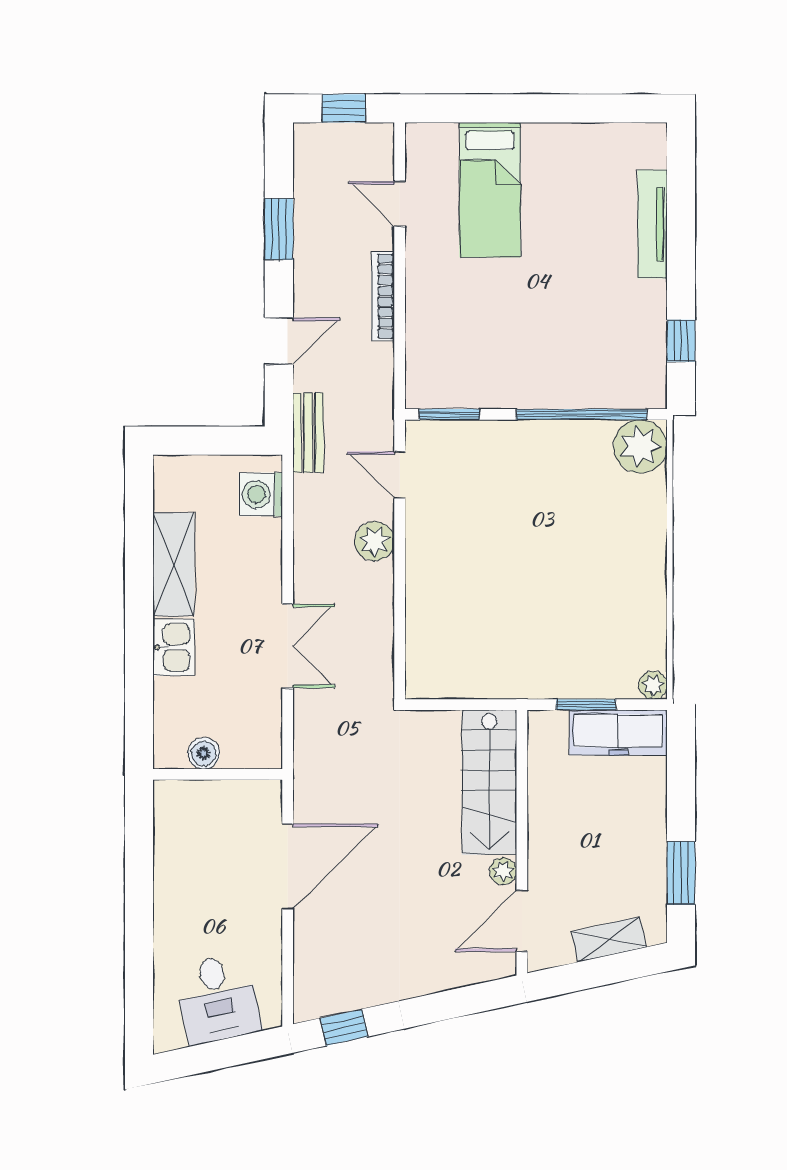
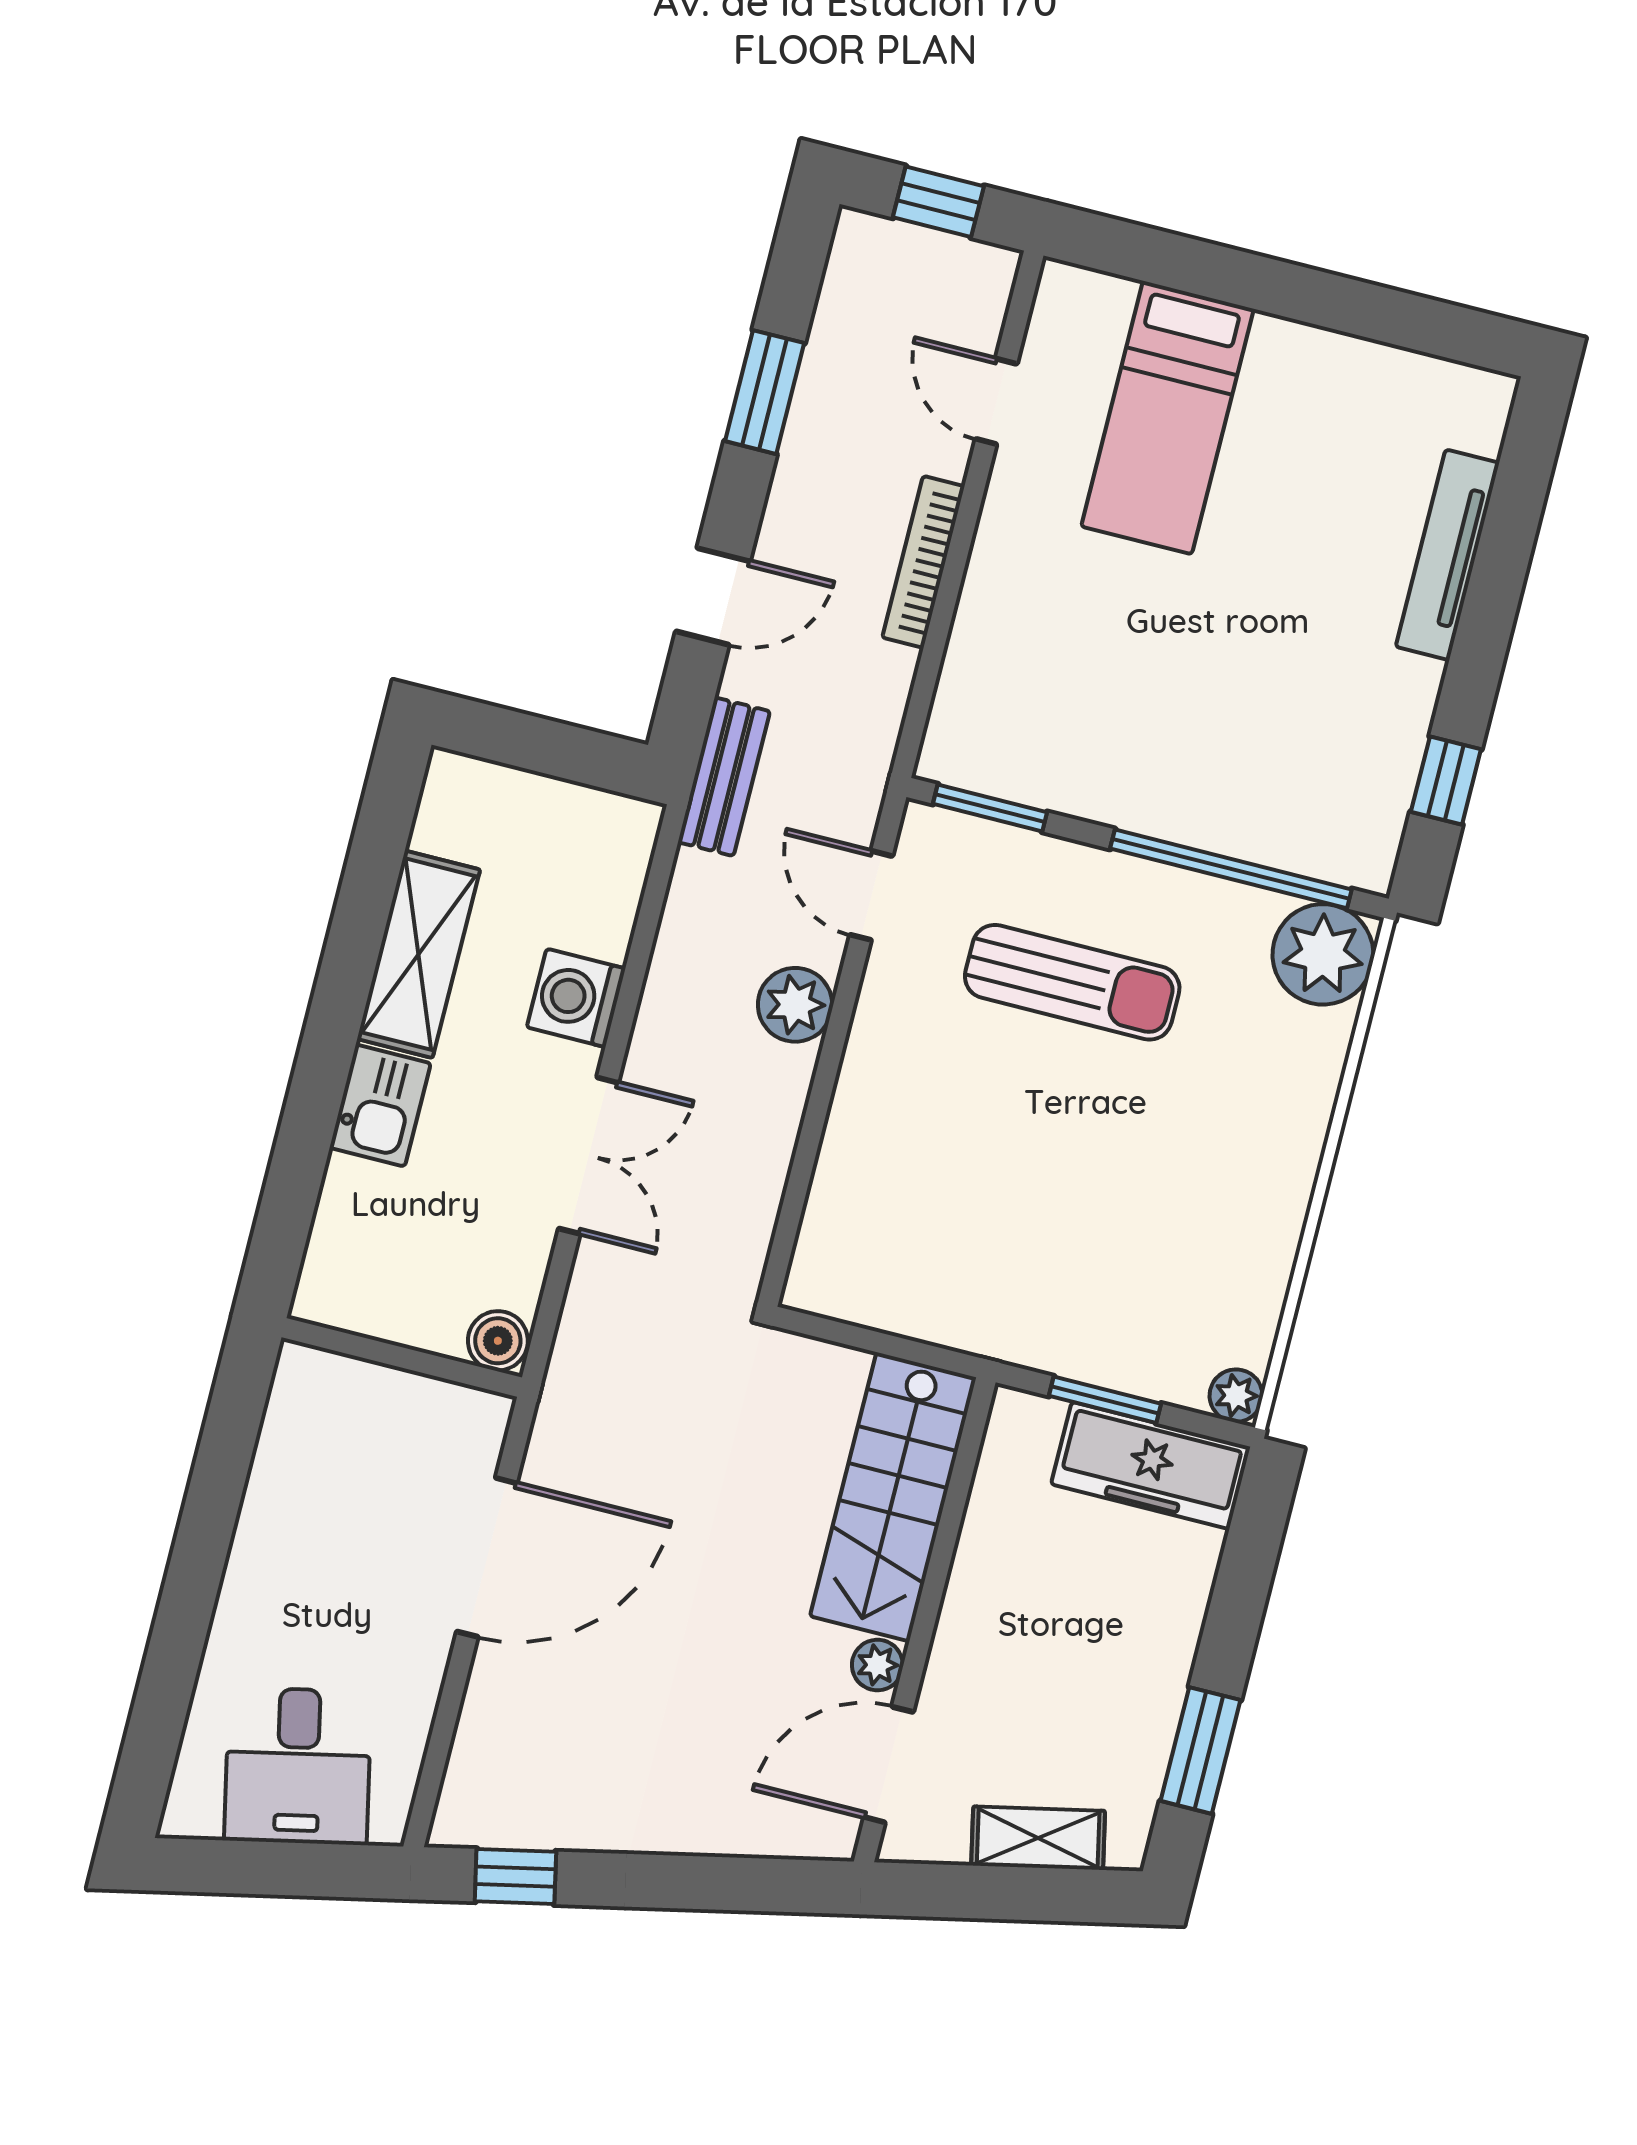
sun lounger: (515, 493) -> (1072, 982), added
washing machine: (261, 494) -> (576, 998), moved
boiler: (204, 753) -> (498, 1341), moved

